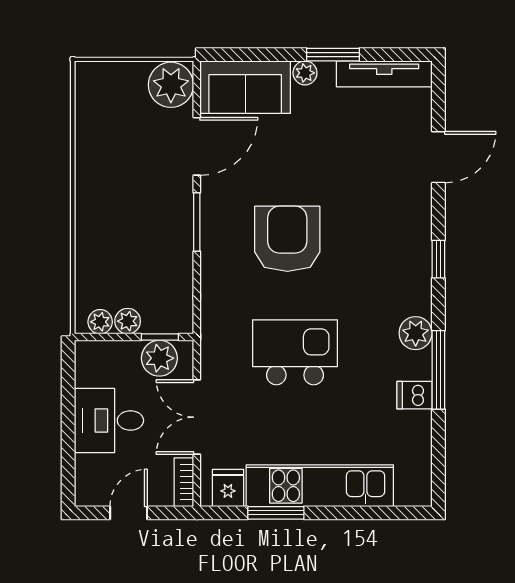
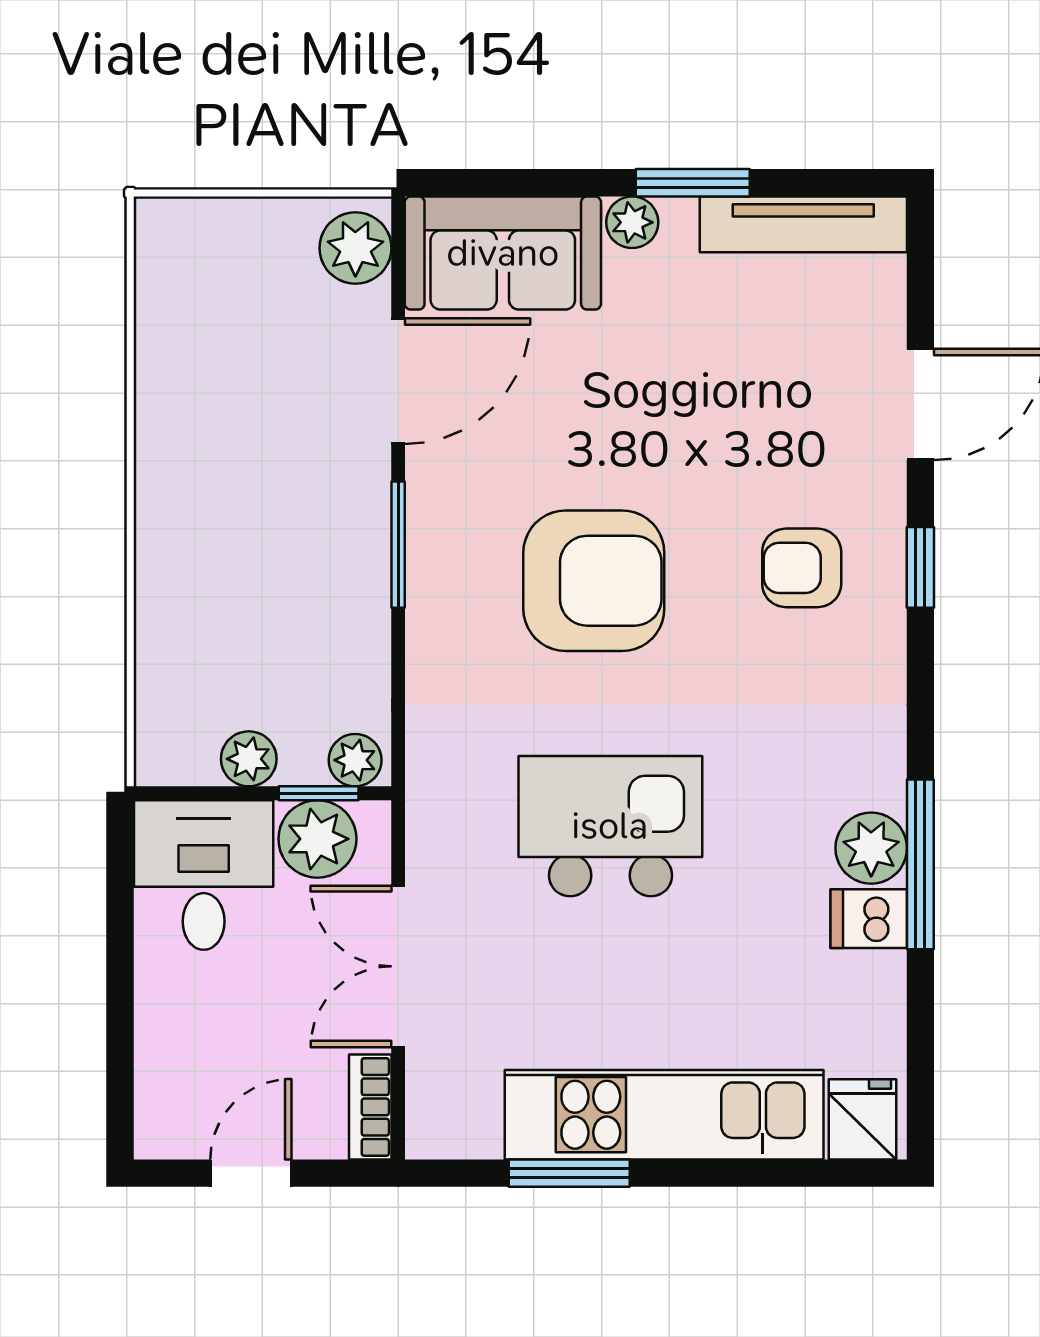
plant: (171, 85) -> (355, 248), width x0.73, depth x0.73
armchair: (383, 233) -> (802, 568), added
armchair: (287, 239) -> (594, 581), turned 90
window: (438, 259) -> (920, 567), moved
plant: (100, 322) -> (355, 760), moved
plant: (416, 333) -> (871, 848), moved
desk: (109, 420) -> (204, 875), moved, turned 90
fridge: (228, 488) -> (863, 1119), moved

